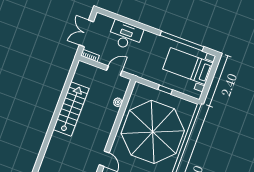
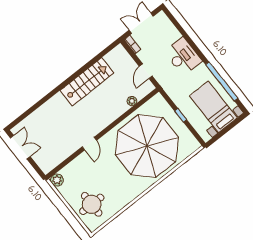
desk: (126, 35) -> (183, 56), moved
door: (114, 71) -> (146, 71), swing flipped

